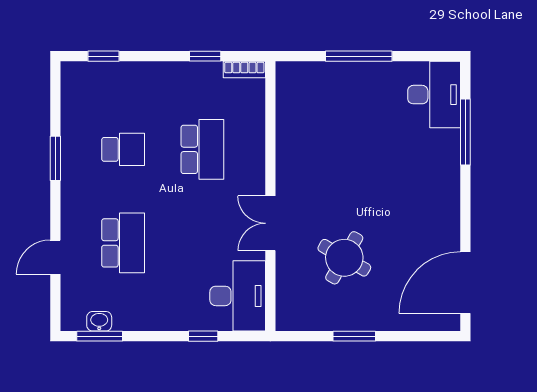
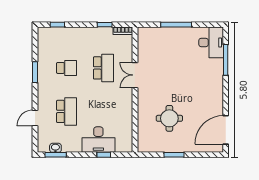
double door: (270, 223) -> (135, 75), moved
round table: (344, 258) -> (169, 118), turned -30
desk: (238, 296) -> (98, 140), moved, turned 90

